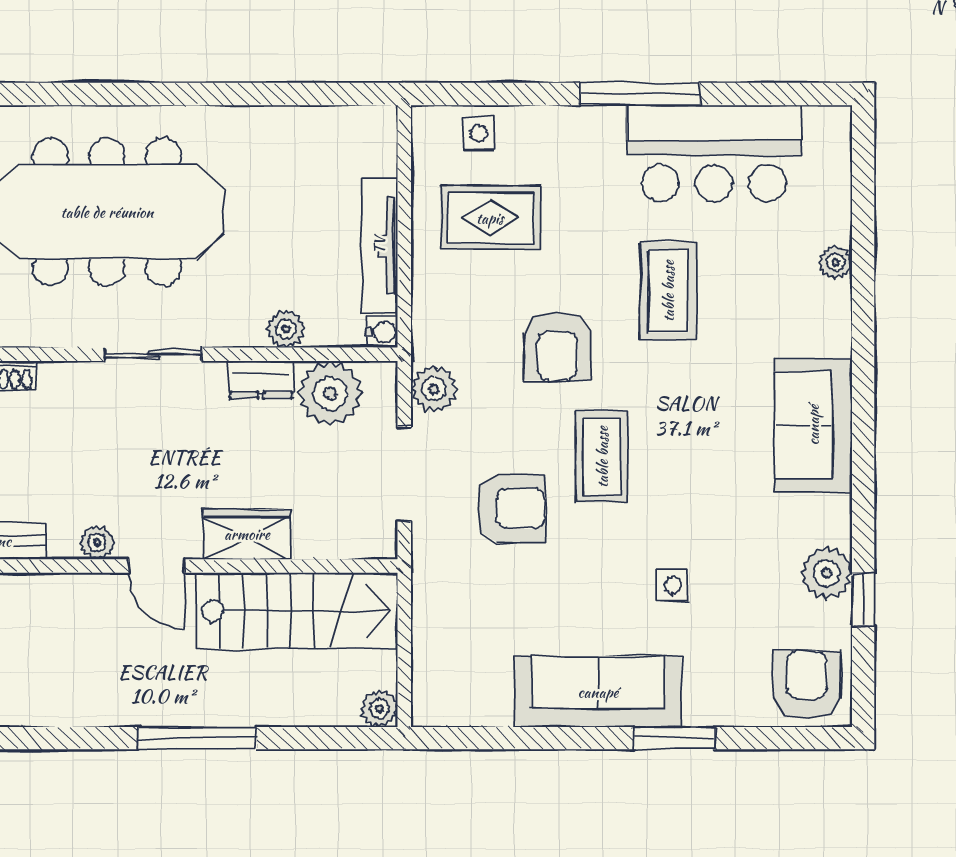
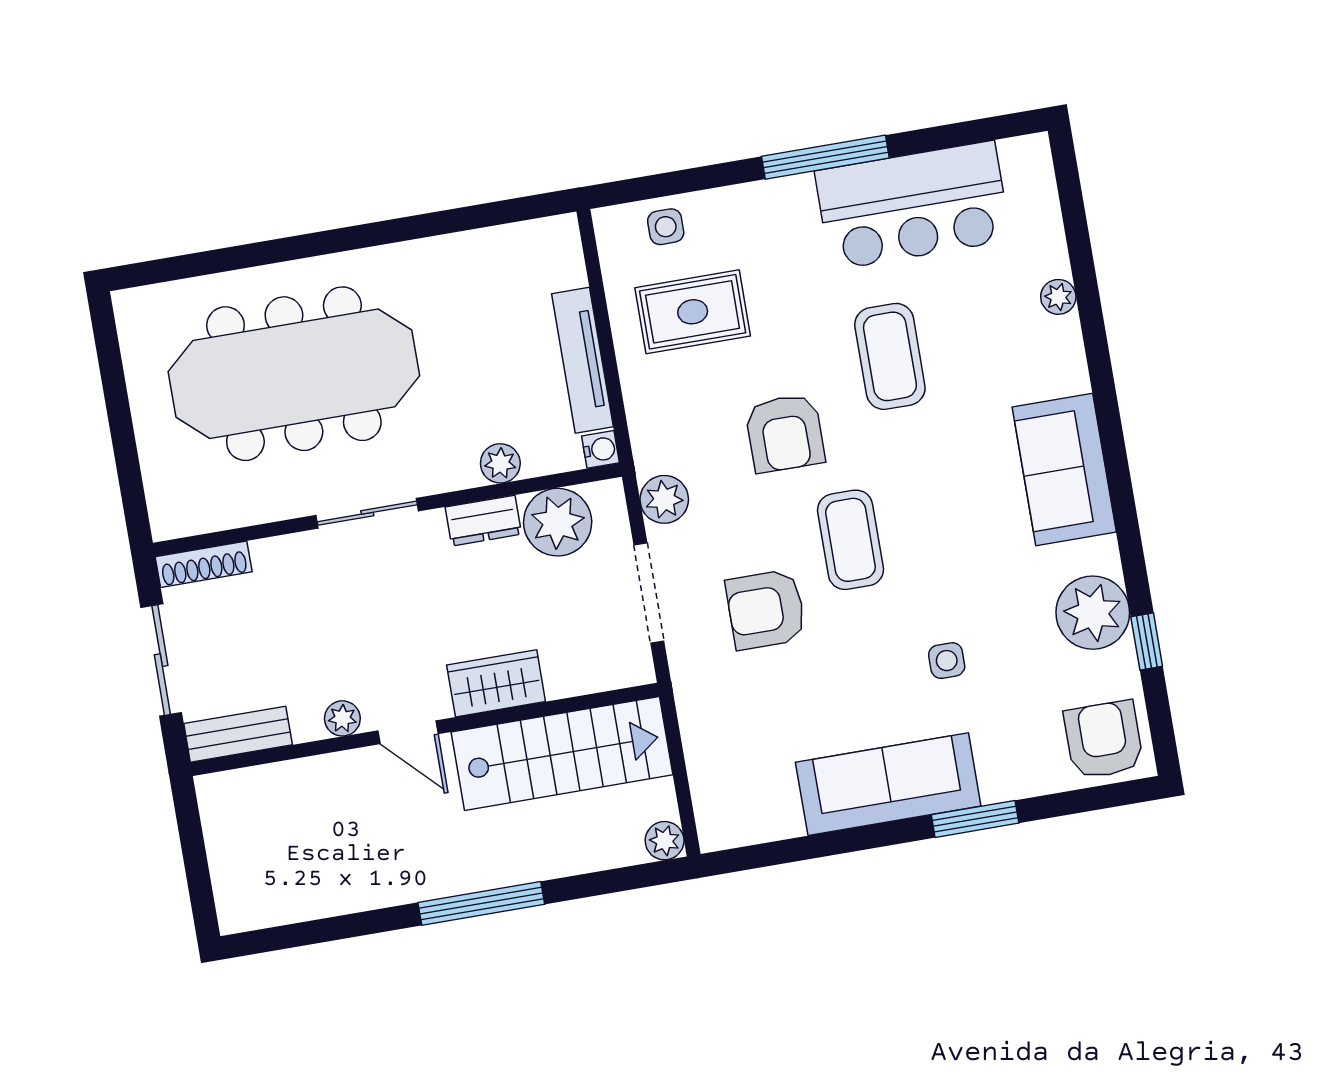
armchair: (511, 508) -> (766, 610), turned 180
plant: (827, 573) -> (1093, 613), width x1.36, depth x1.36

